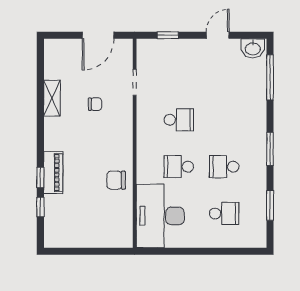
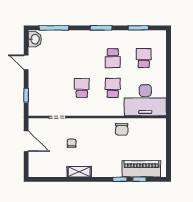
shelving: (52, 98) -> (79, 172), moved
school desk: (179, 167) -> (113, 88), turned 180
piano: (53, 173) -> (141, 169), moved, width x1.37, depth x1.33

